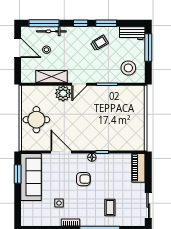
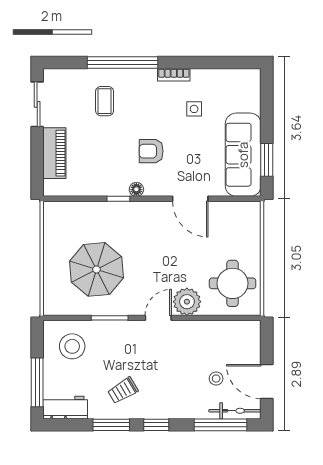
bicycle: (51, 31) -> (235, 411), moved
shelving: (51, 77) -> (207, 331), removed
parasol: (115, 112) -> (96, 269), added
round table: (36, 120) -> (233, 283), moved
piano: (138, 168) -> (54, 153), moved

